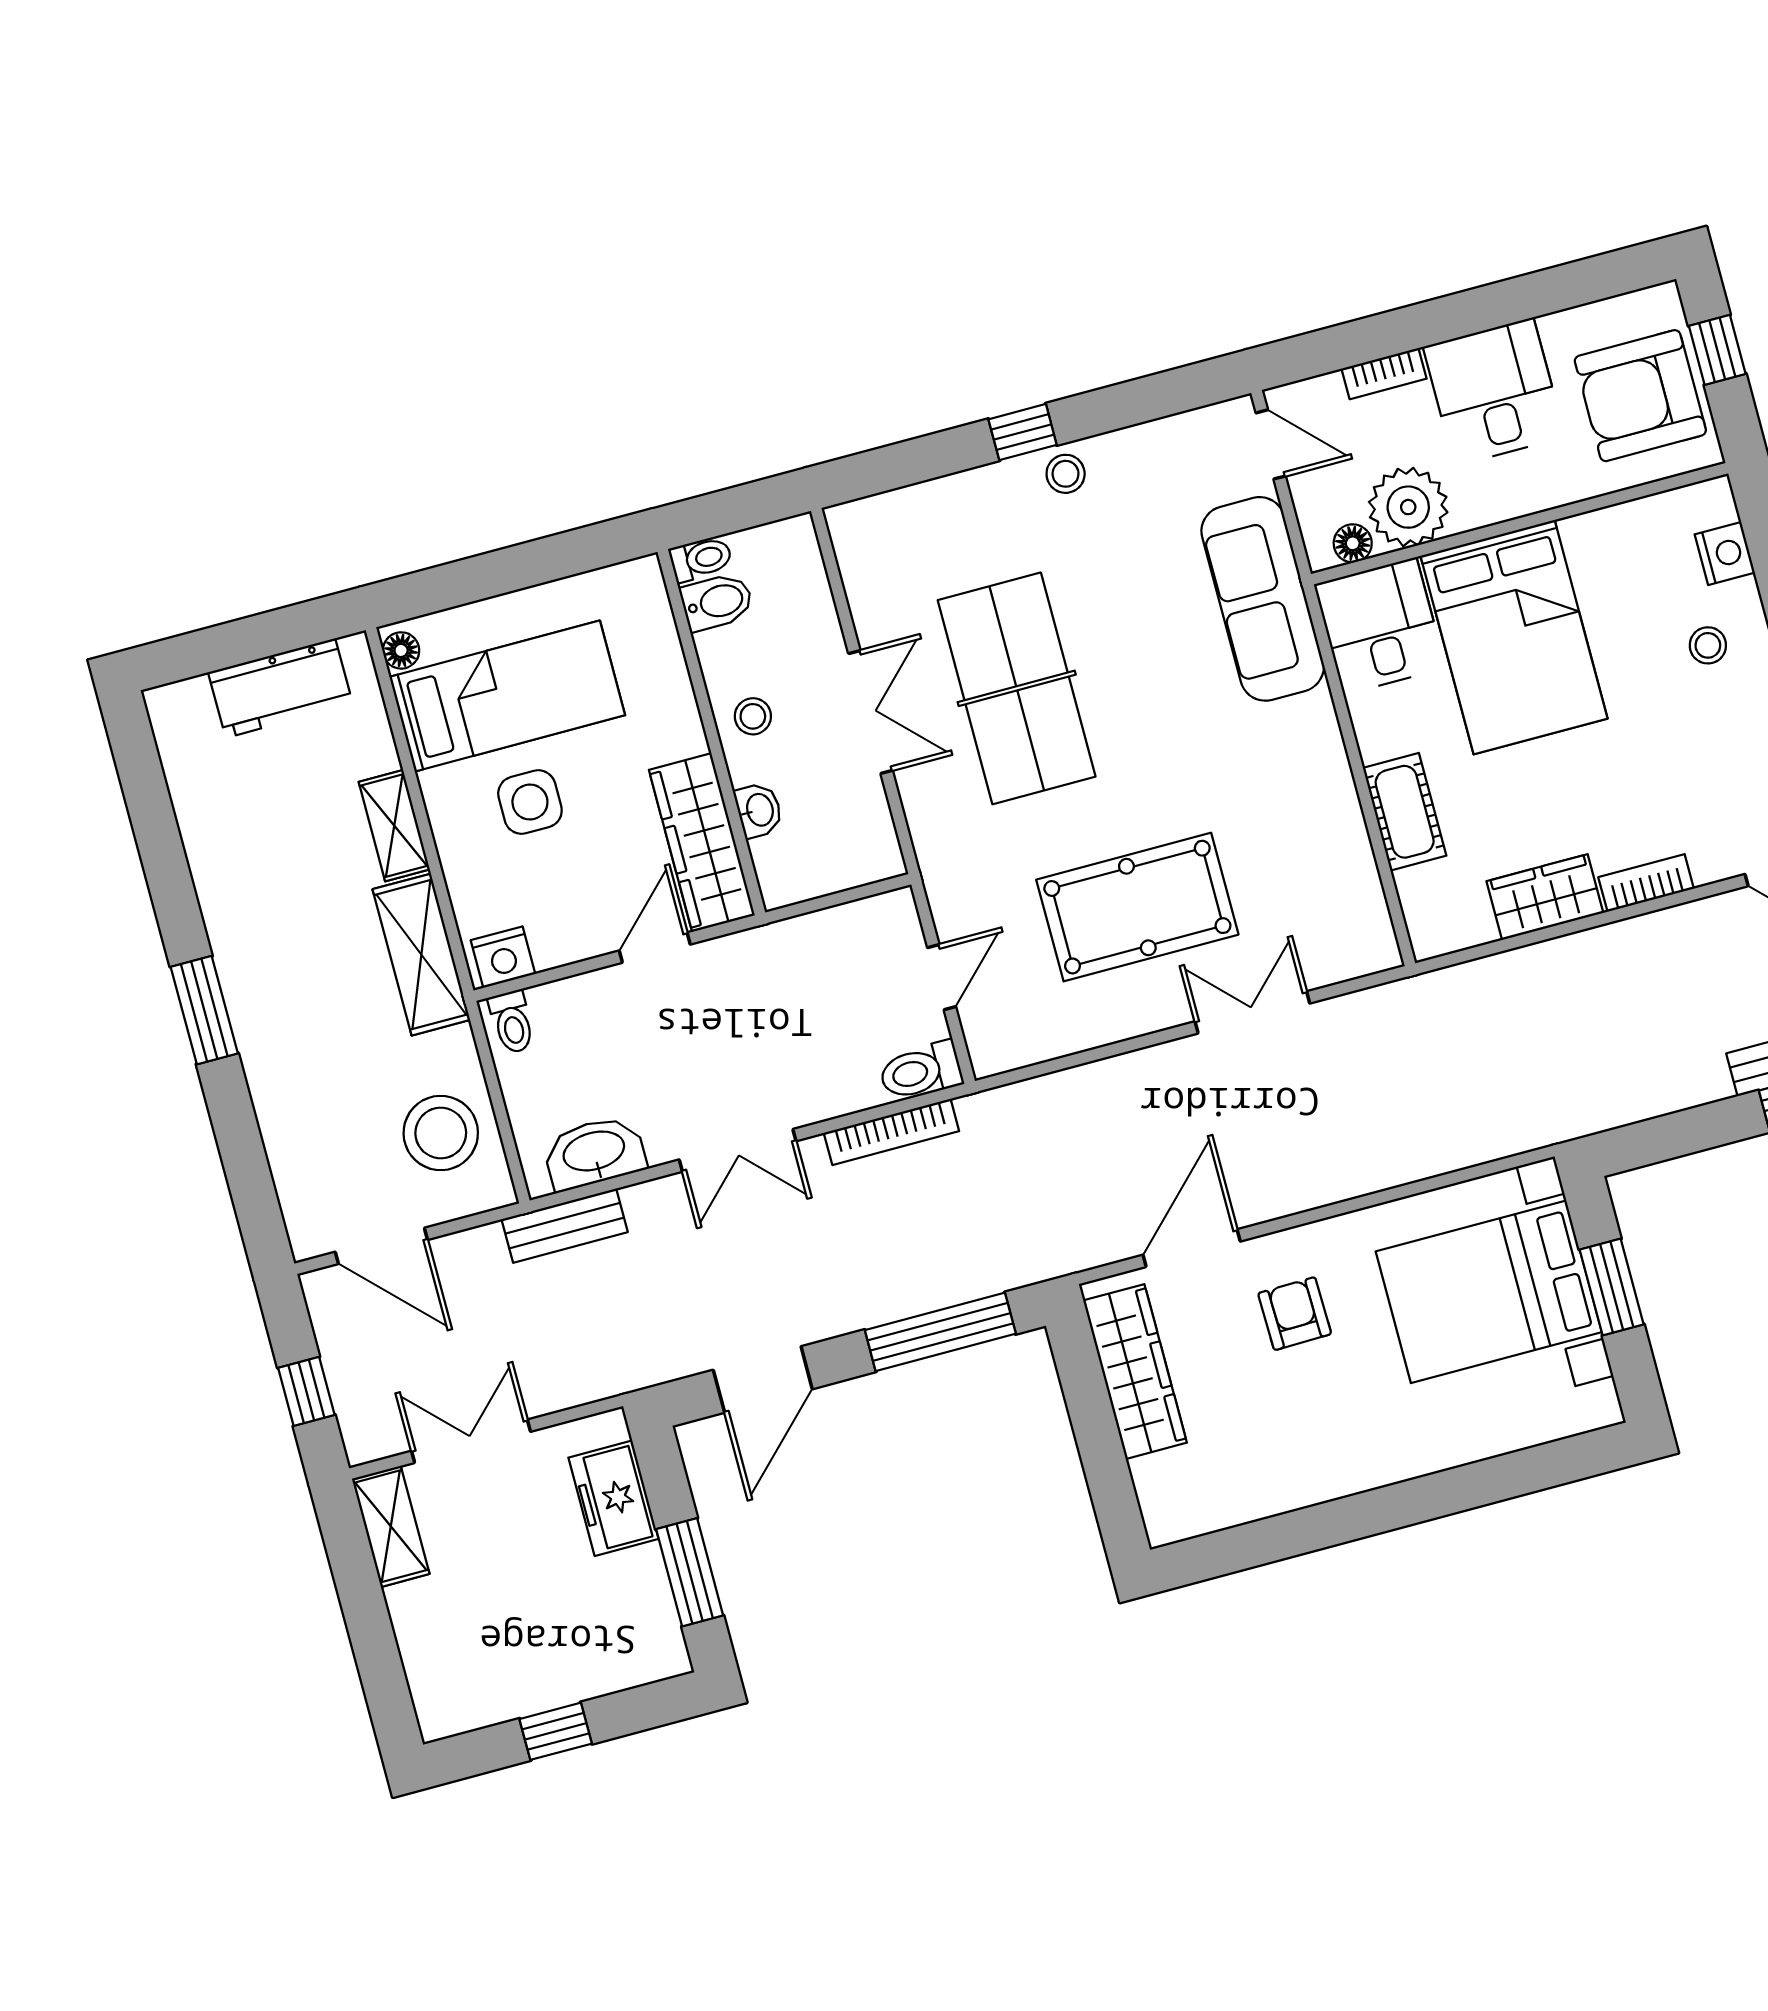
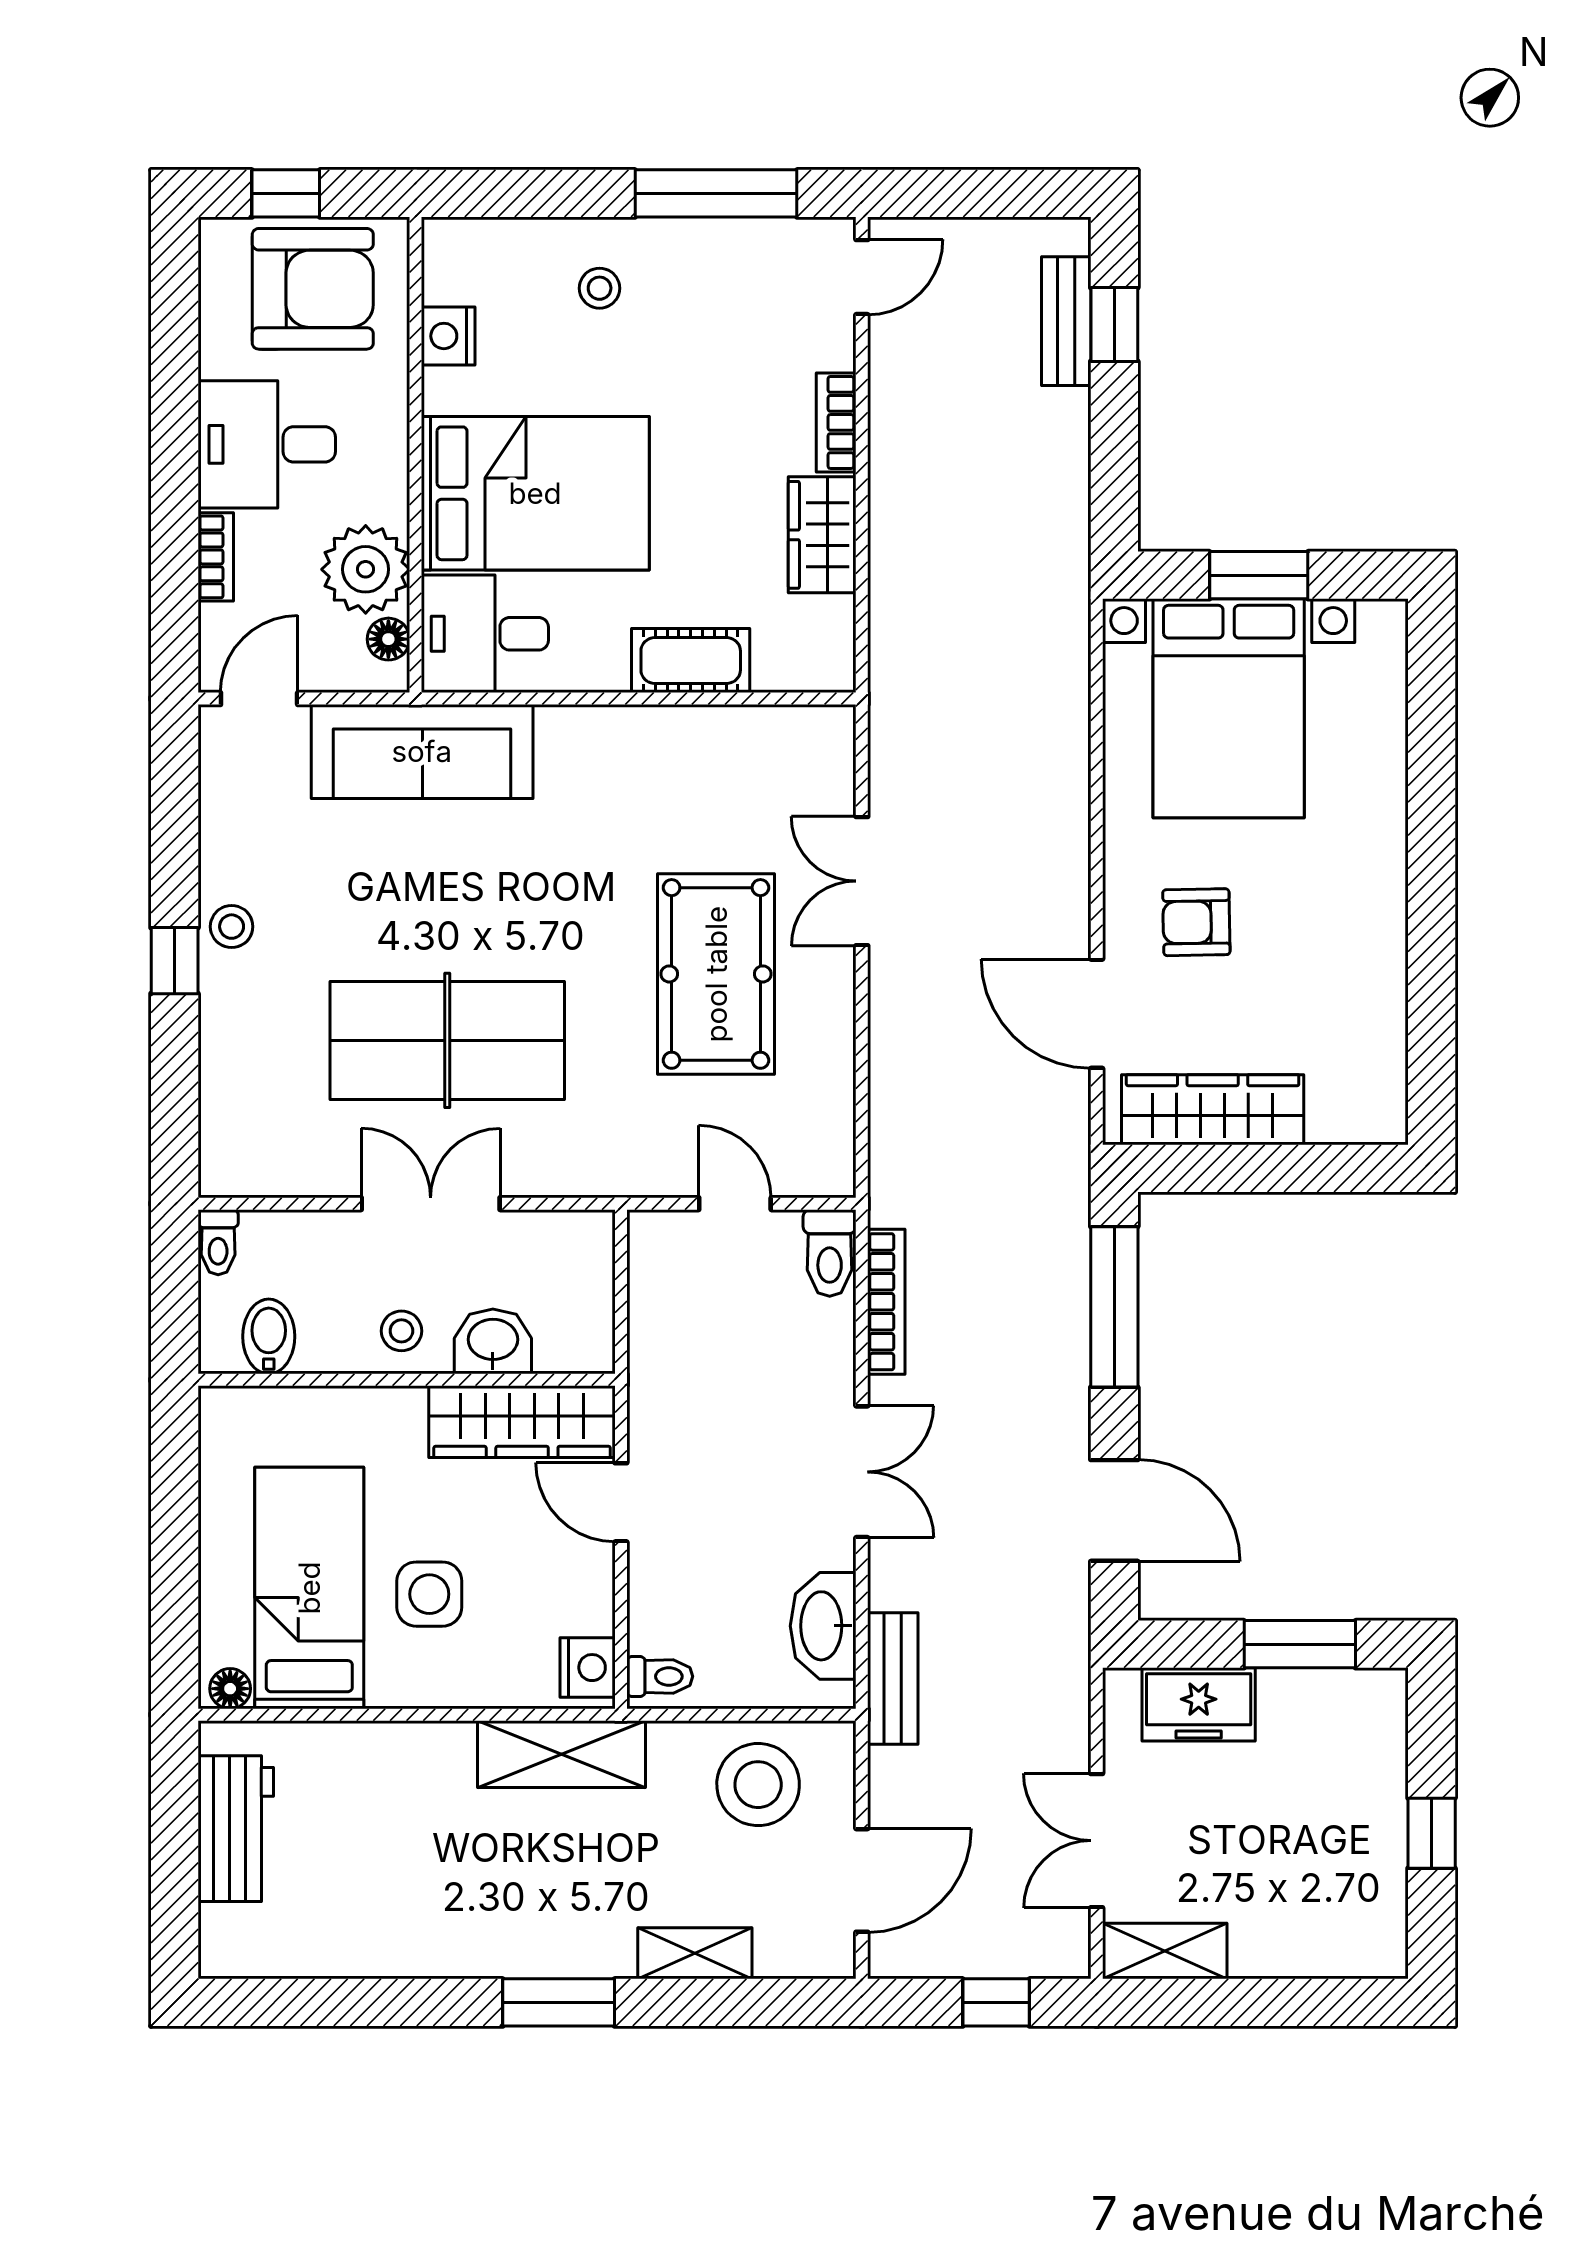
armchair: (1640, 396) -> (313, 289), turned -90
nightstand: (1725, 554) -> (448, 336), moved, turned -90
toilet: (701, 559) -> (218, 1242), moved, turned 180
washbasin: (759, 810) -> (493, 1341), width x1.38, depth x1.45
shelving: (394, 826) -> (695, 1953), moved

